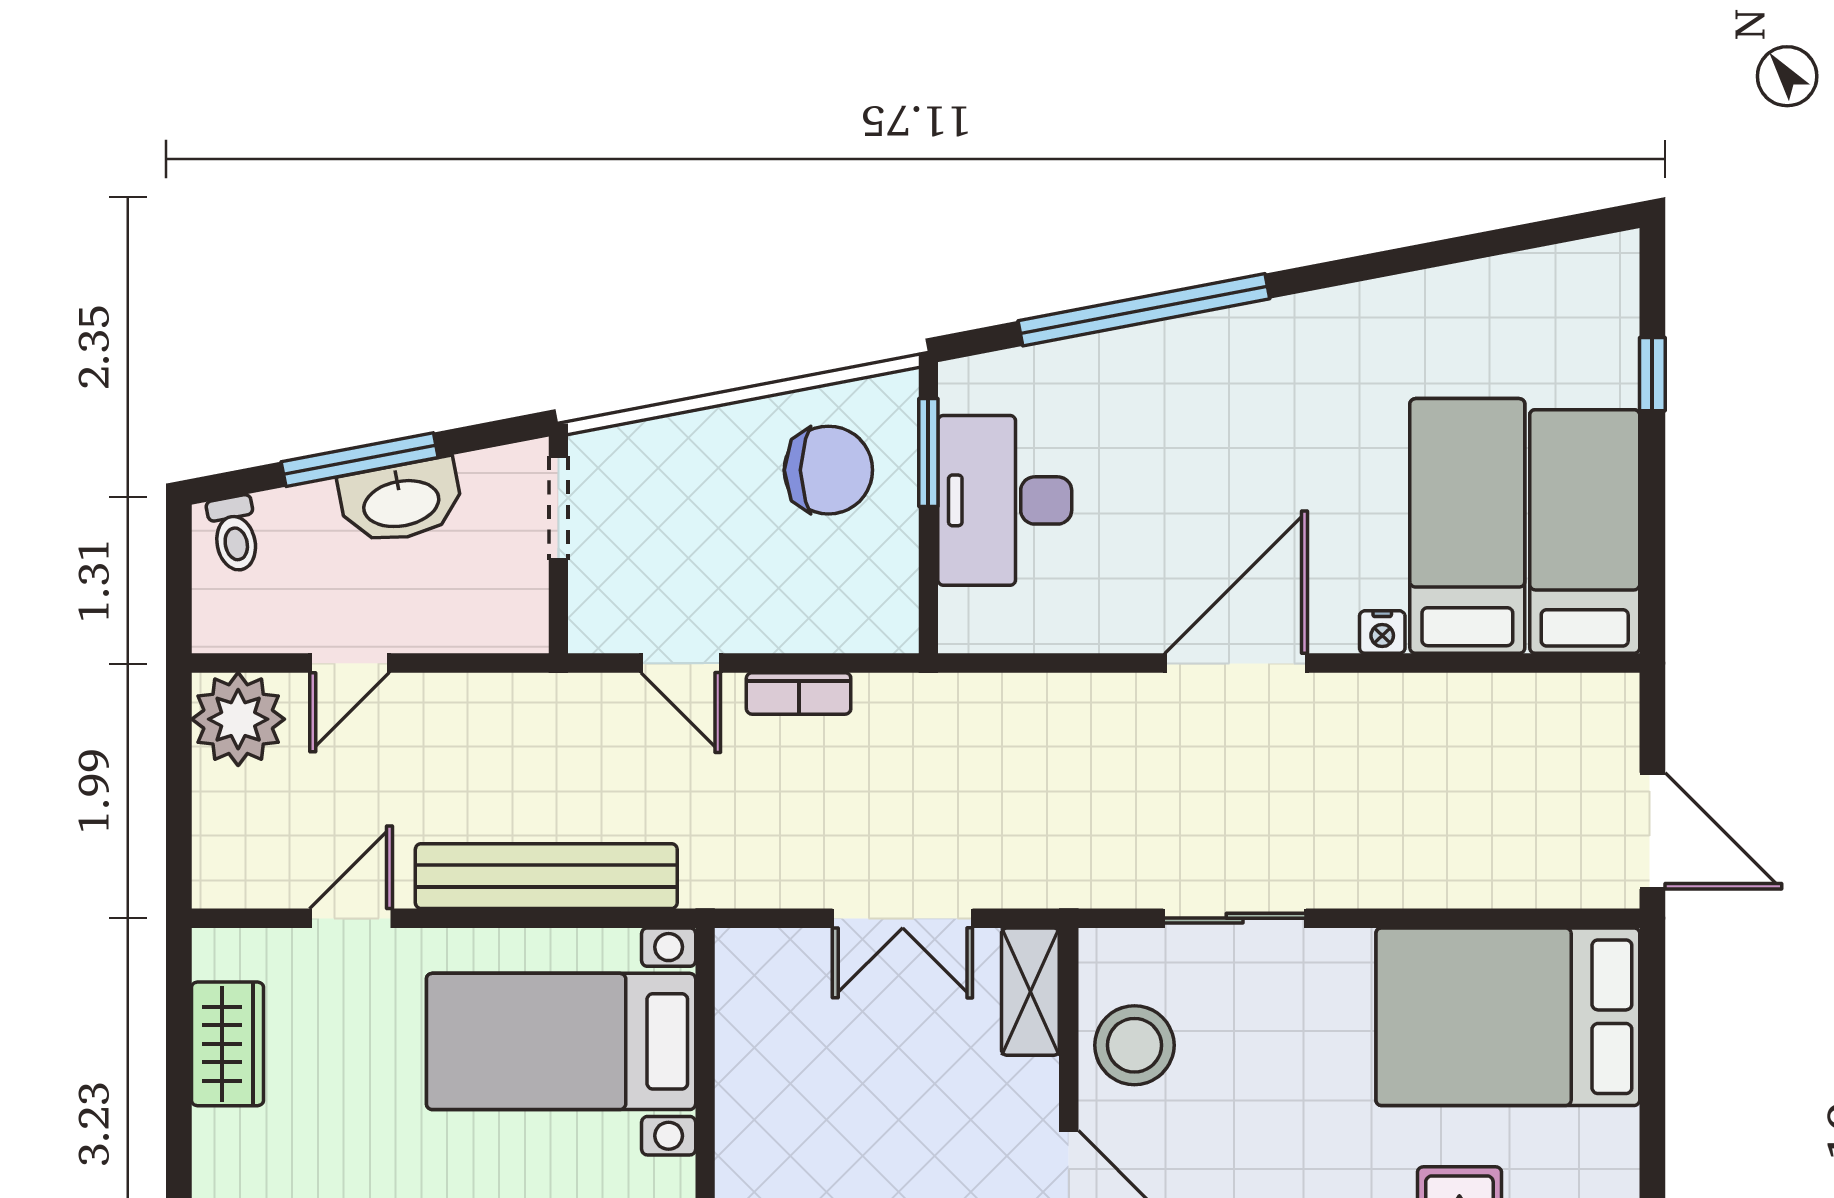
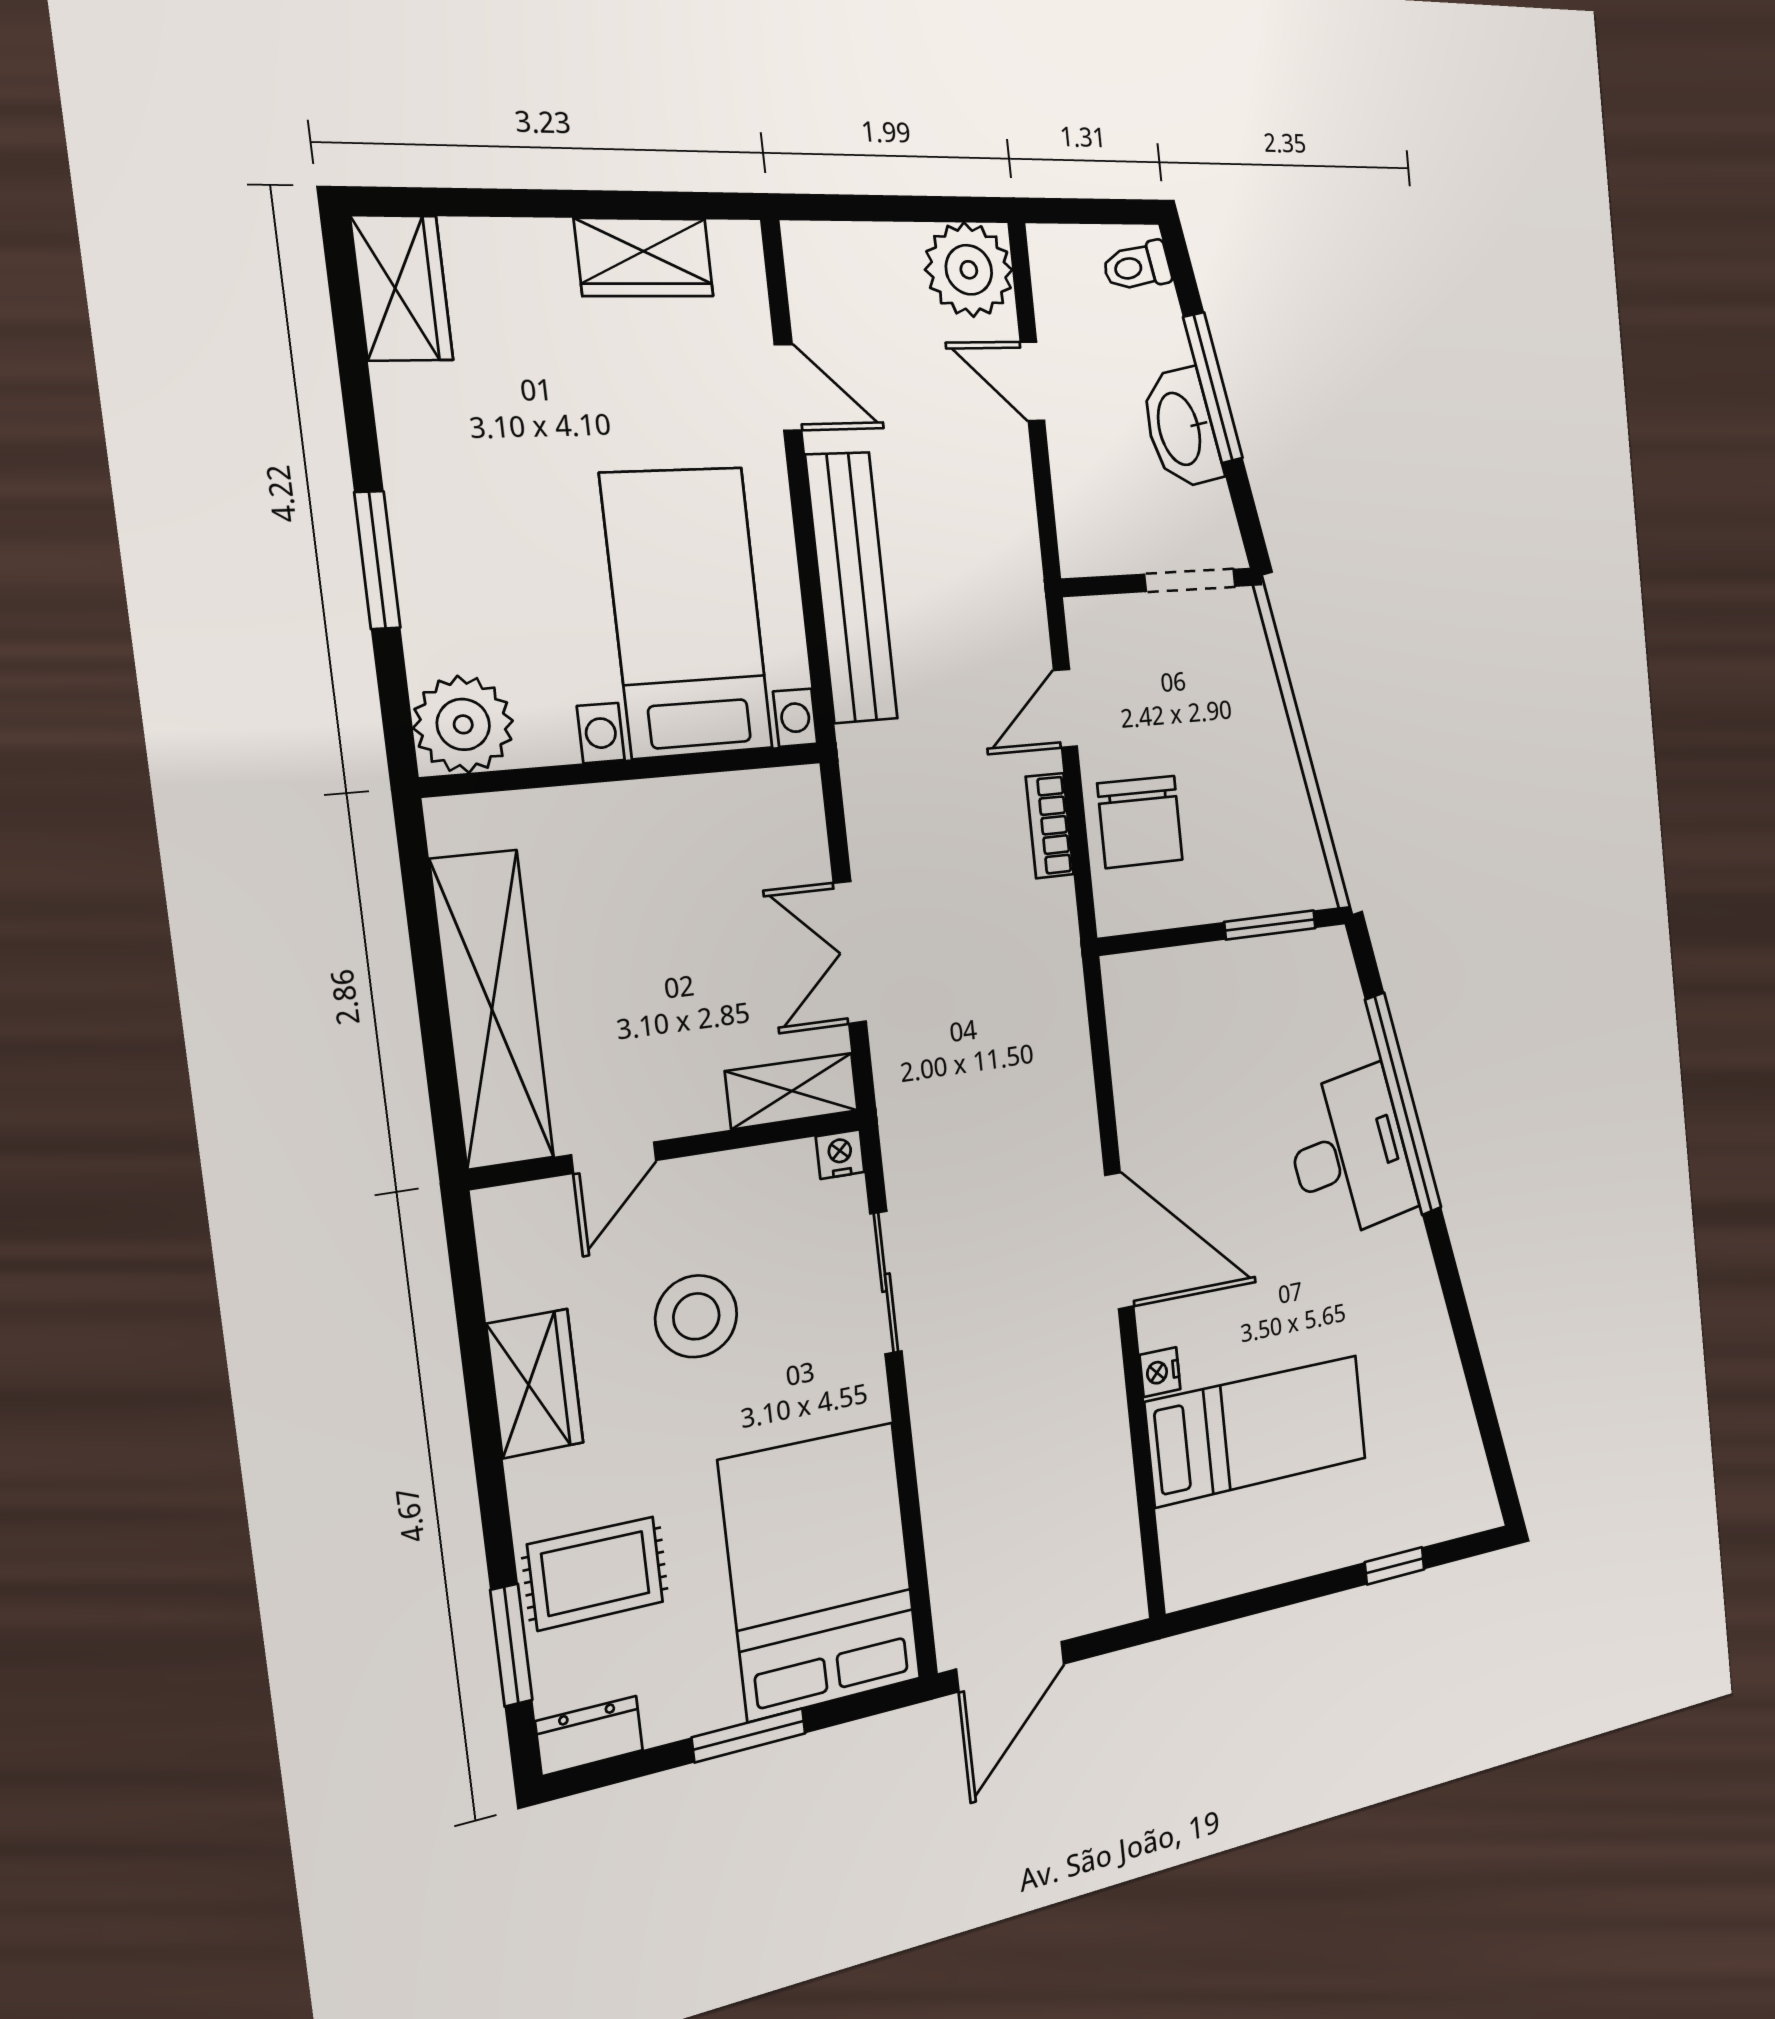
chair: (828, 470) -> (1140, 822), moved
desk: (1005, 500) -> (1350, 1154), moved, turned 79
bed: (1585, 531) -> (1263, 1538), removed
nightstand: (1100, 950) -> (840, 1154), added
stool: (1134, 1045) -> (696, 1316), moved
window: (1652, 1106) -> (749, 1735), added

